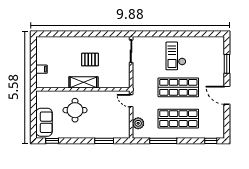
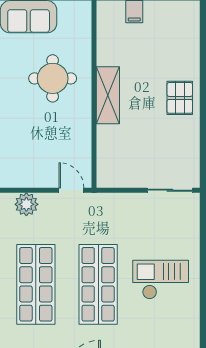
pallet: (90, 60) -> (180, 98), moved
door: (131, 101) -> (71, 190), hinge flipped

